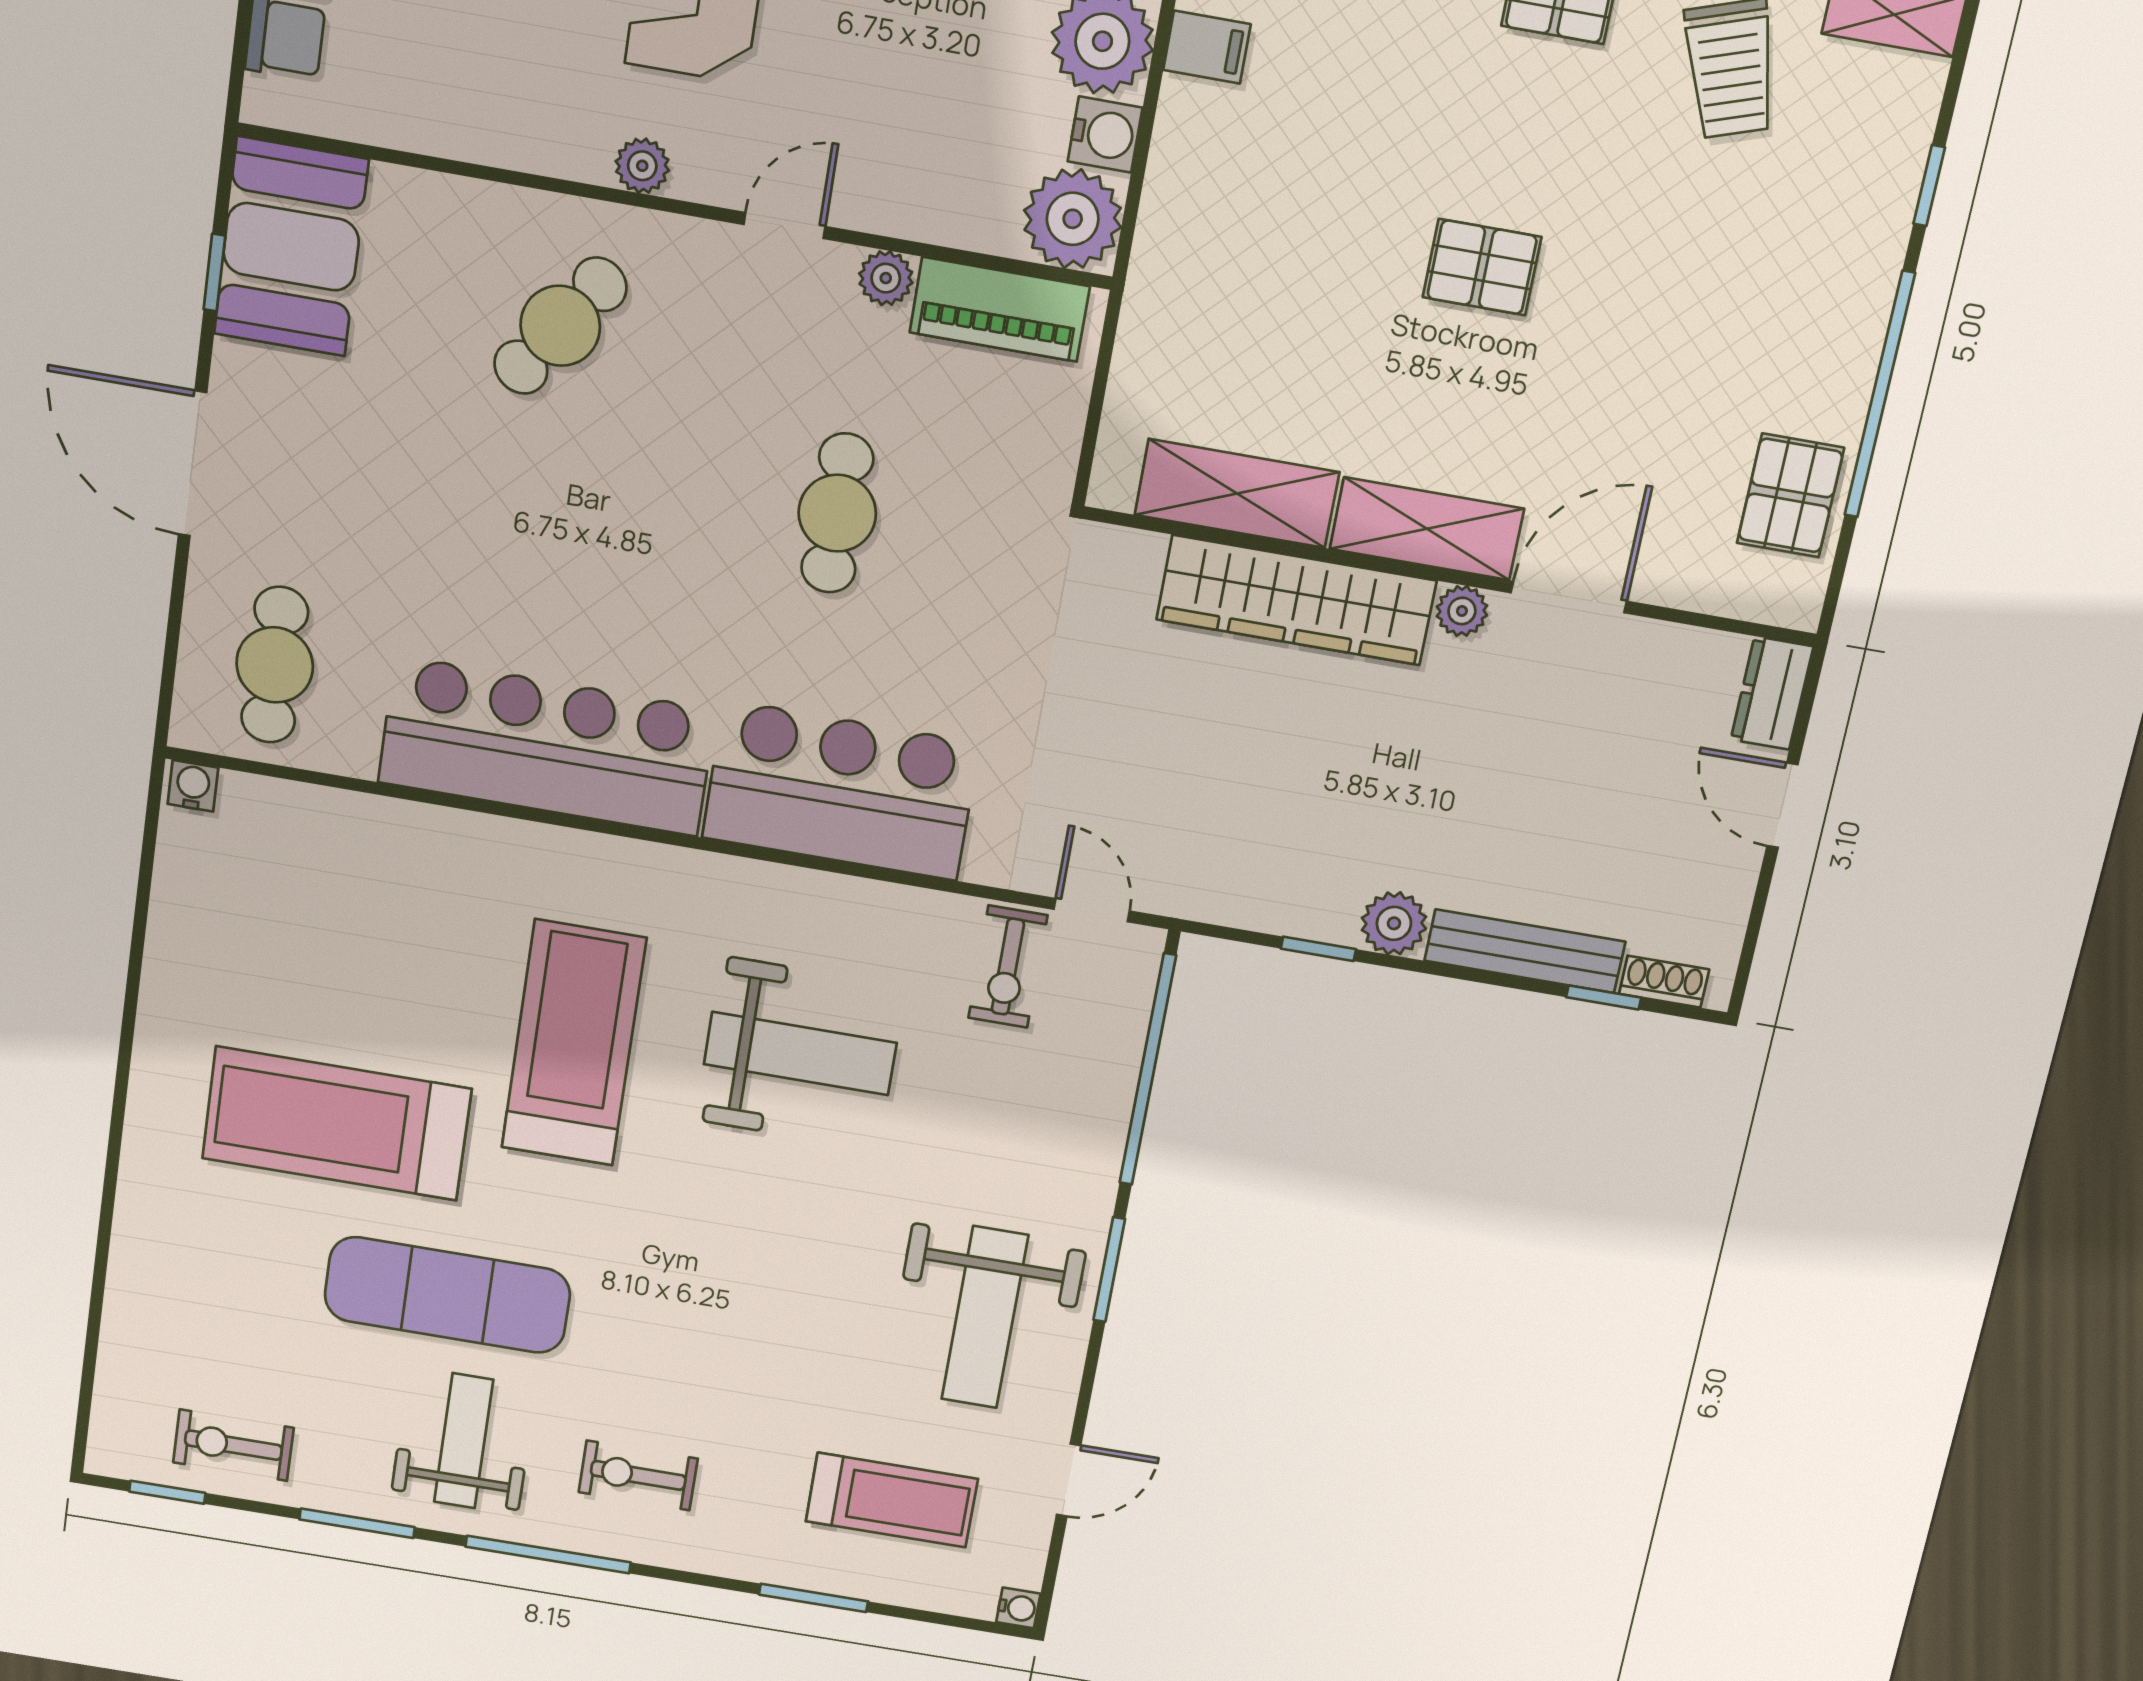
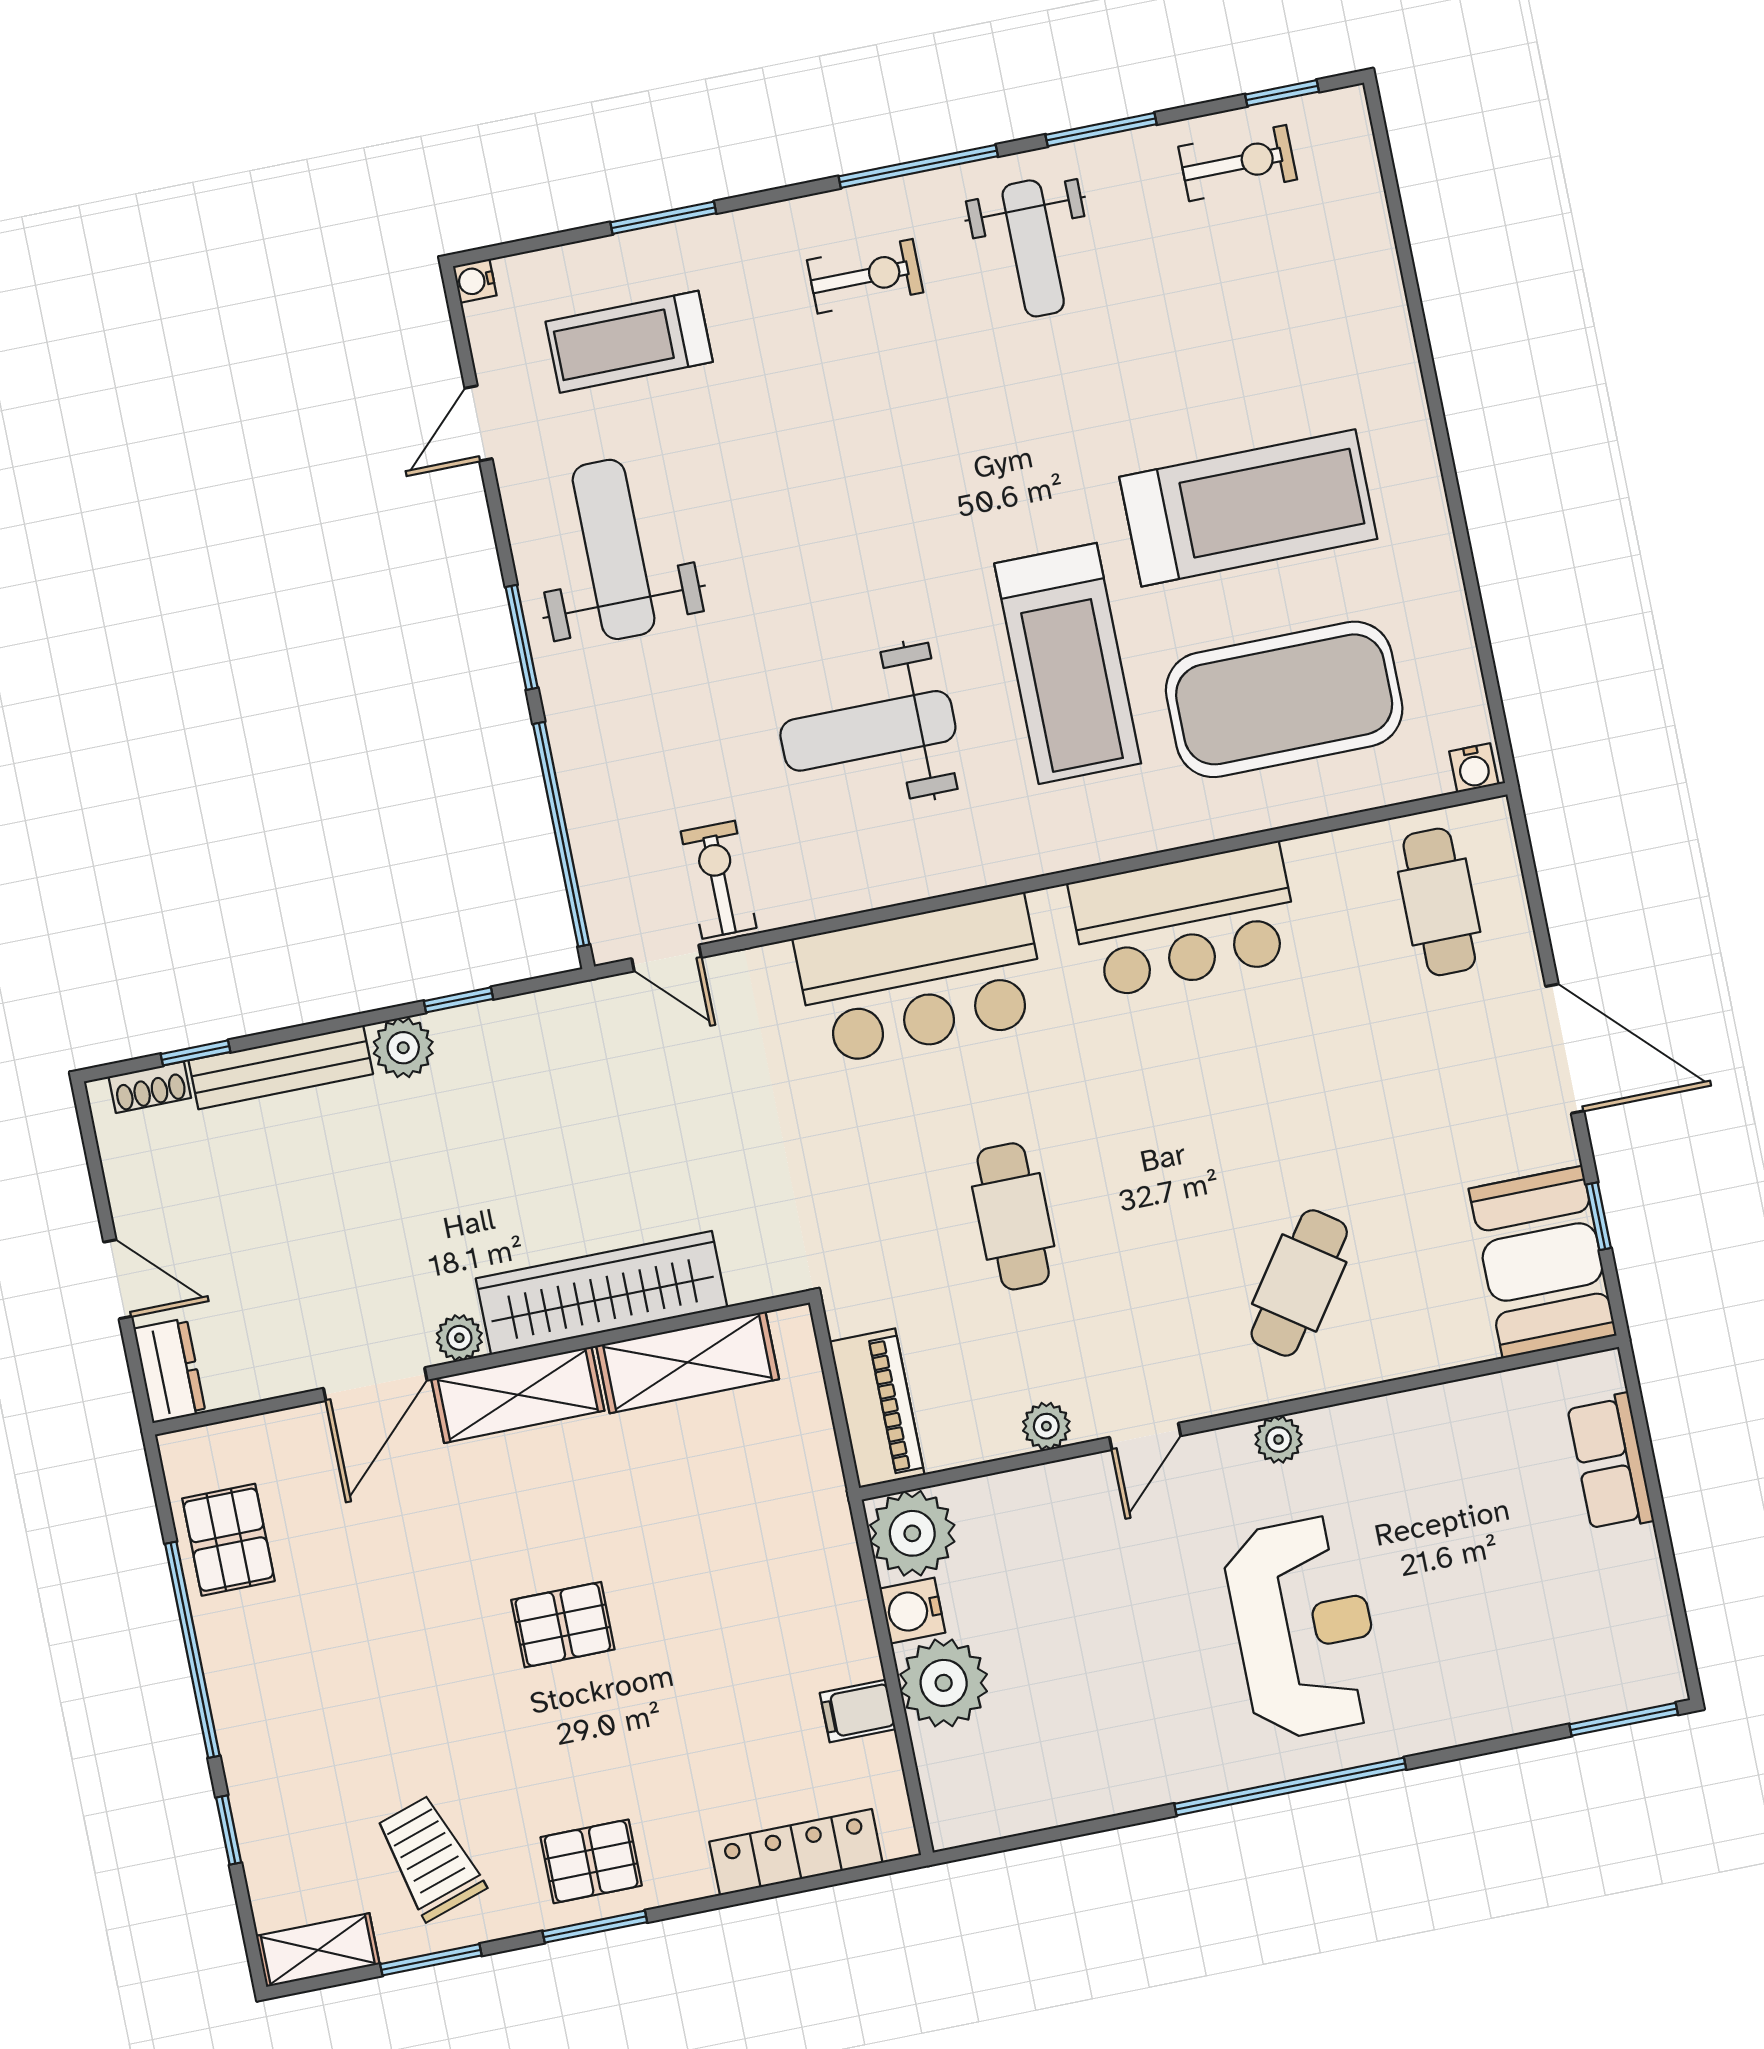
piano: (1000, 309) -> (877, 1408), moved, turned 90
bar counter: (547, 746) -> (1185, 921), width x0.73
exercise mat: (447, 1295) -> (1284, 699), moved, width x1.47

